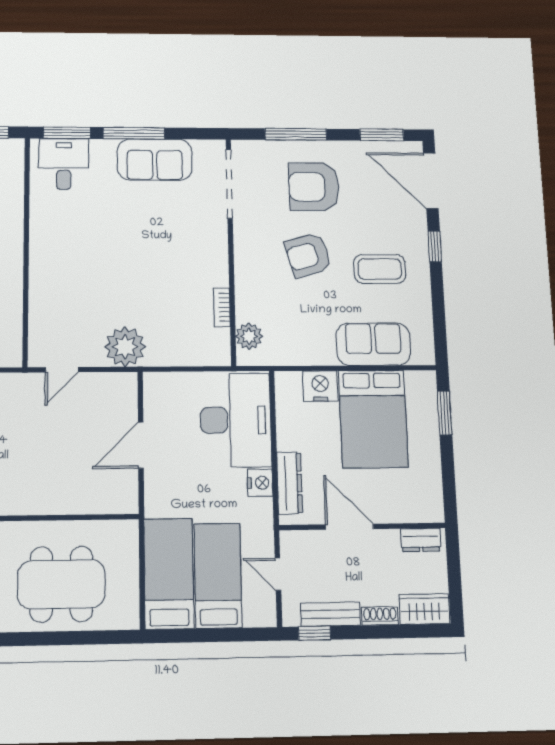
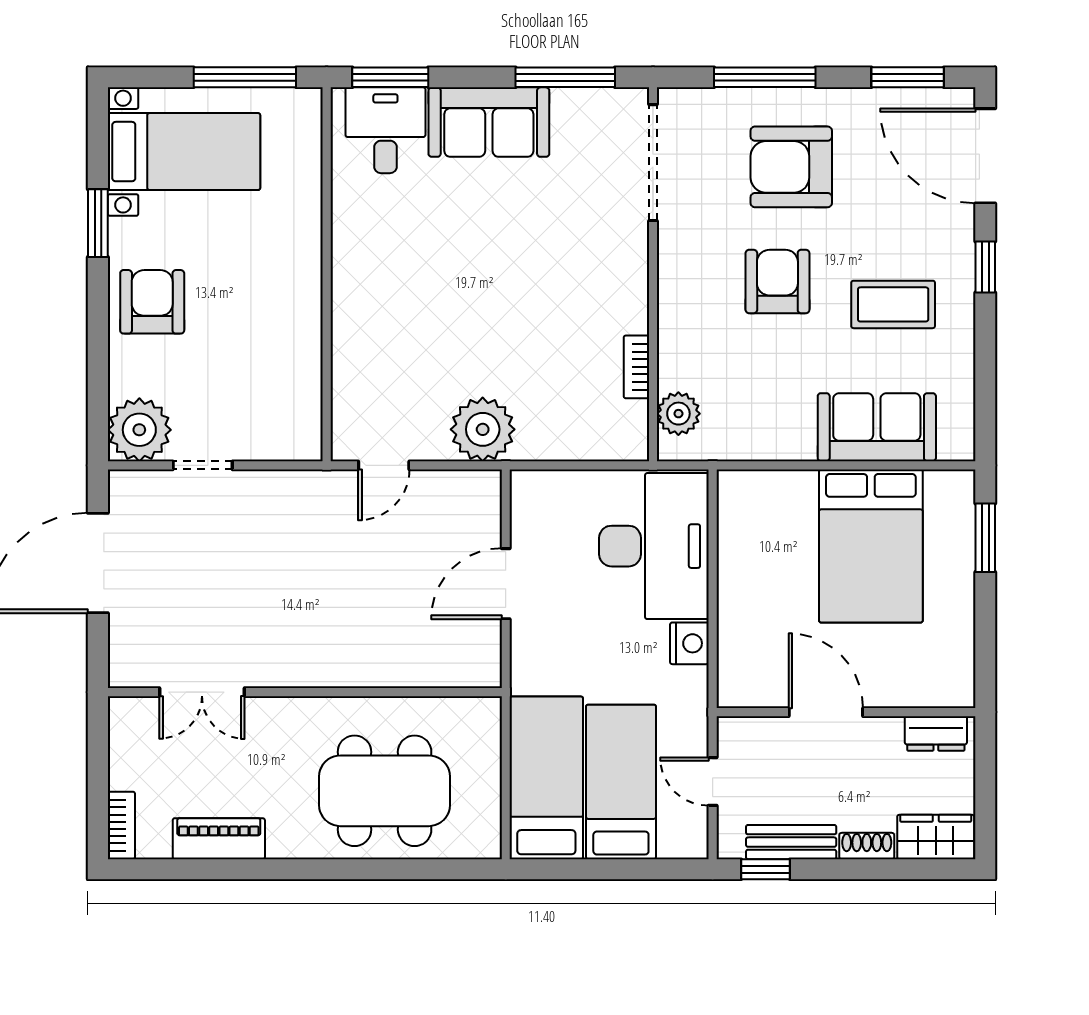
window: (134, 133) -> (565, 77), moved
sofa: (155, 160) -> (489, 122), moved
armchair: (308, 255) -> (777, 282), turned 106
nightstand: (320, 386) -> (789, 494), removed
dresser: (290, 483) -> (735, 644), removed

